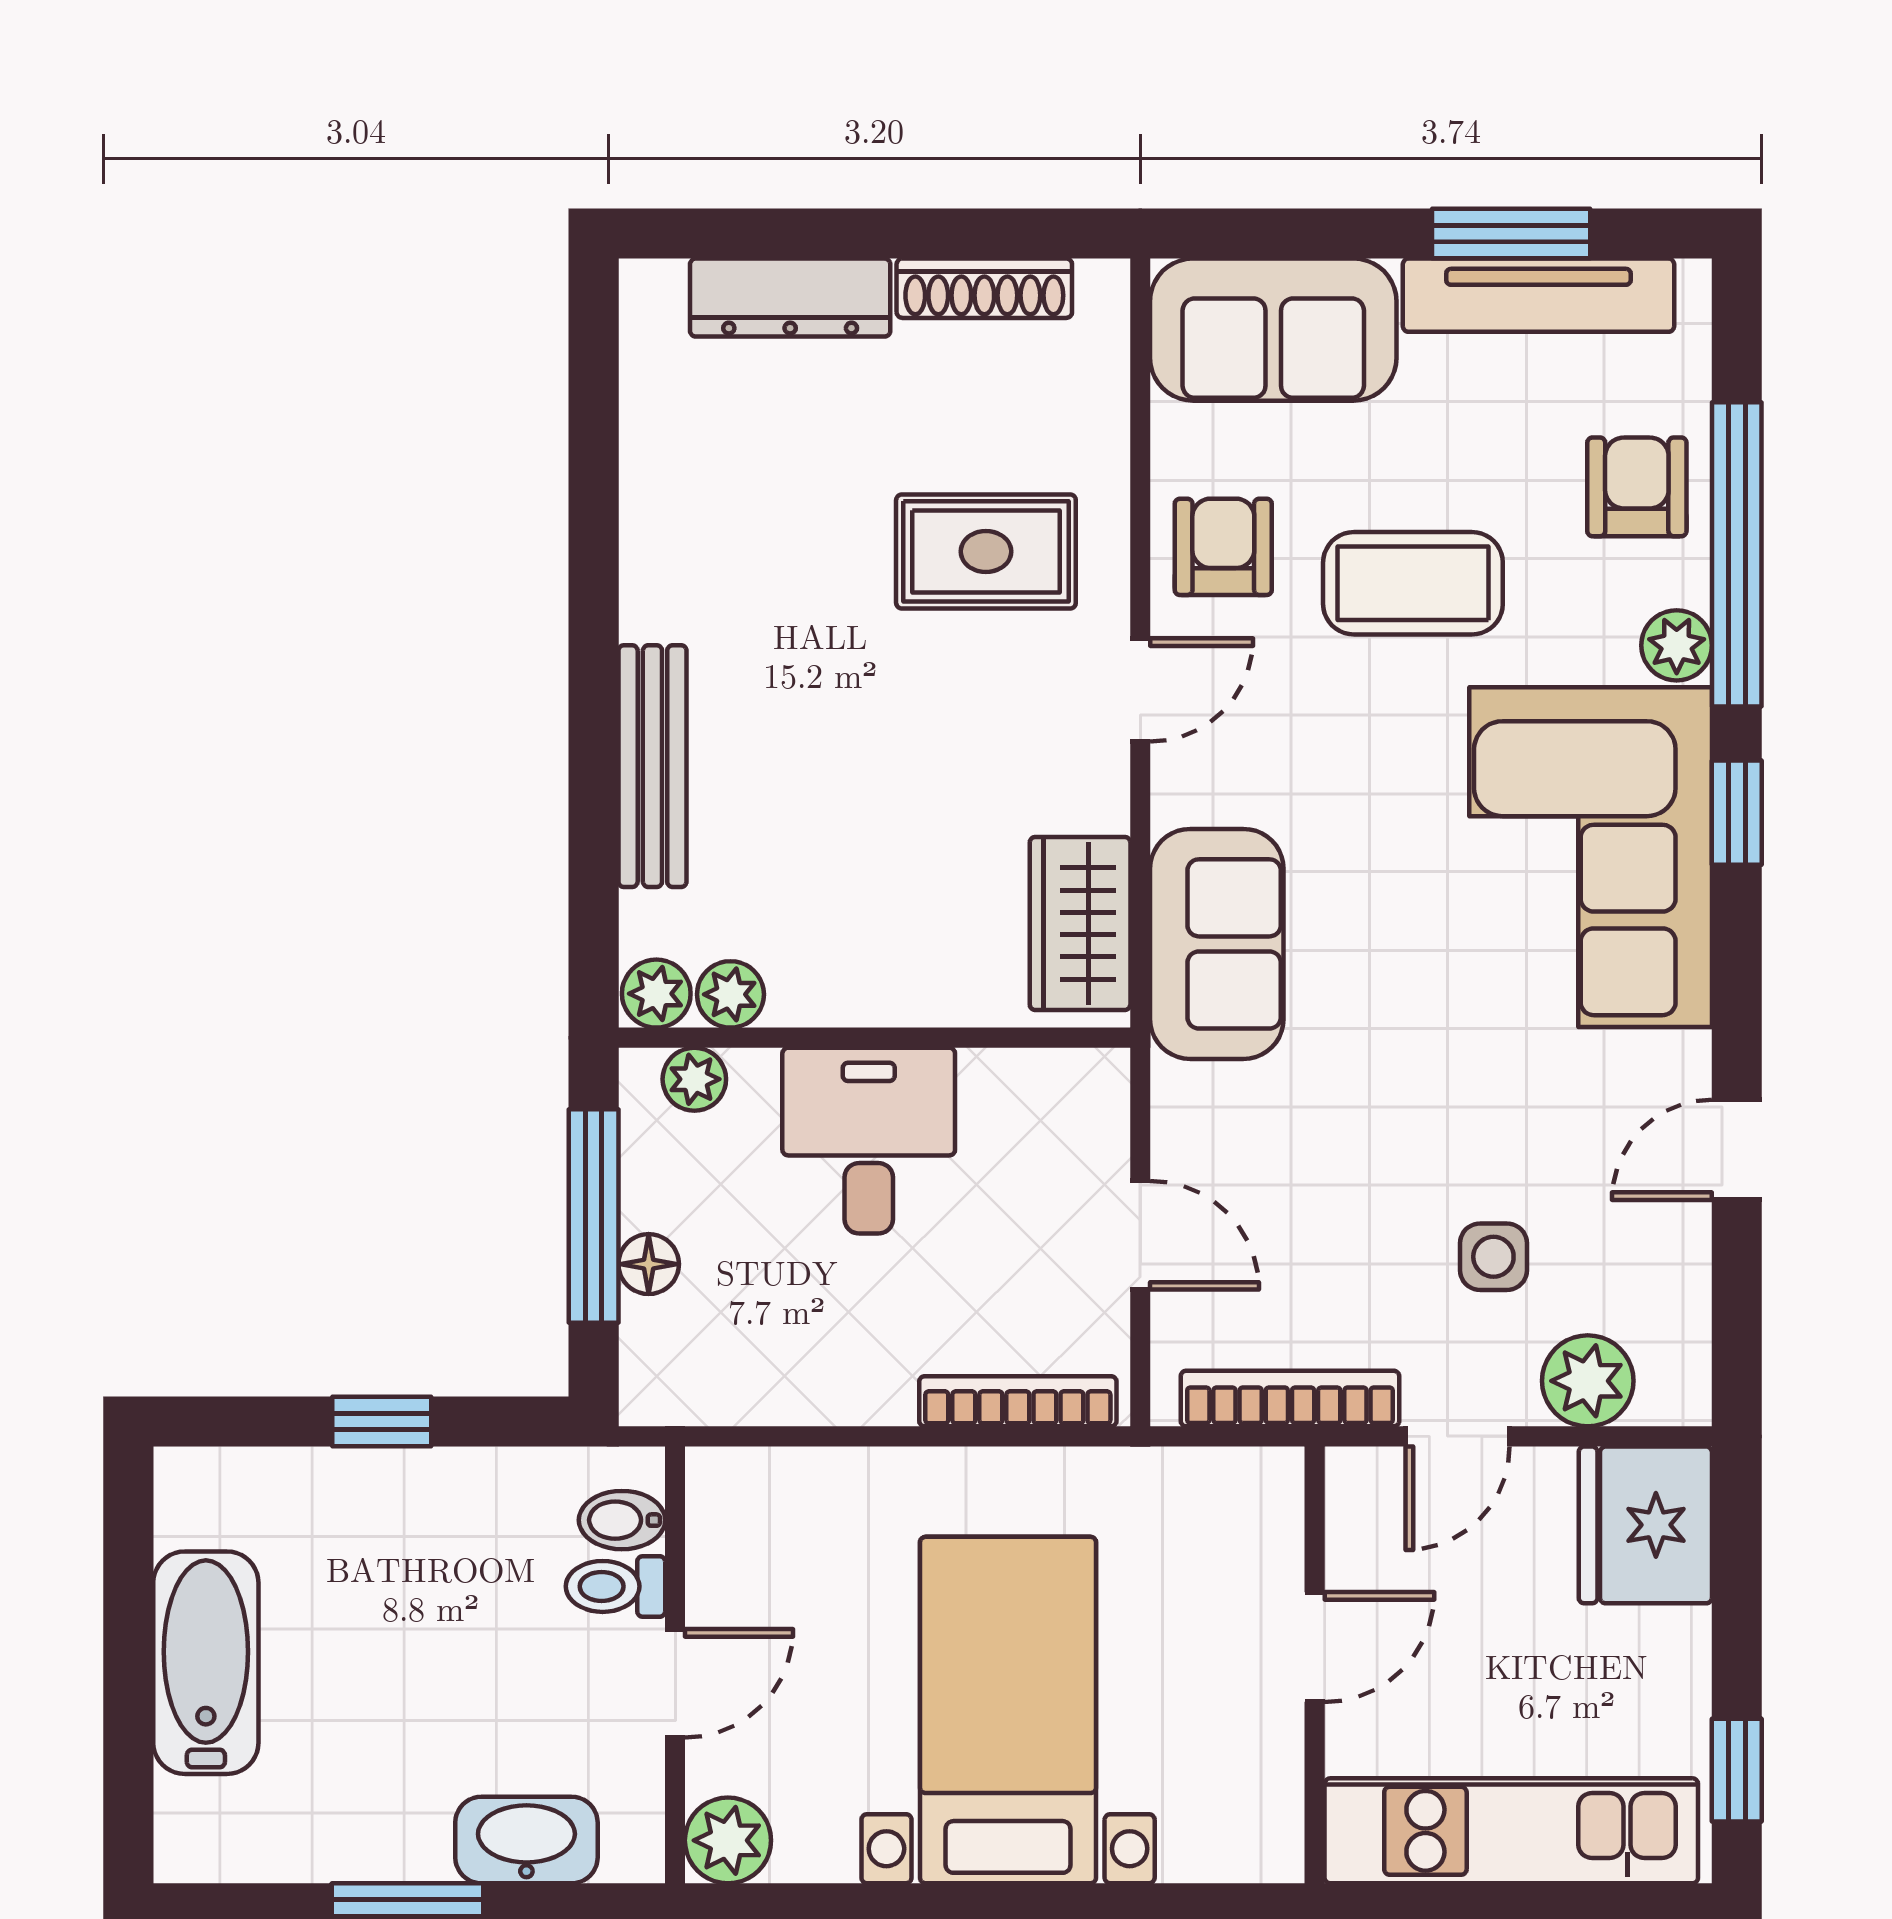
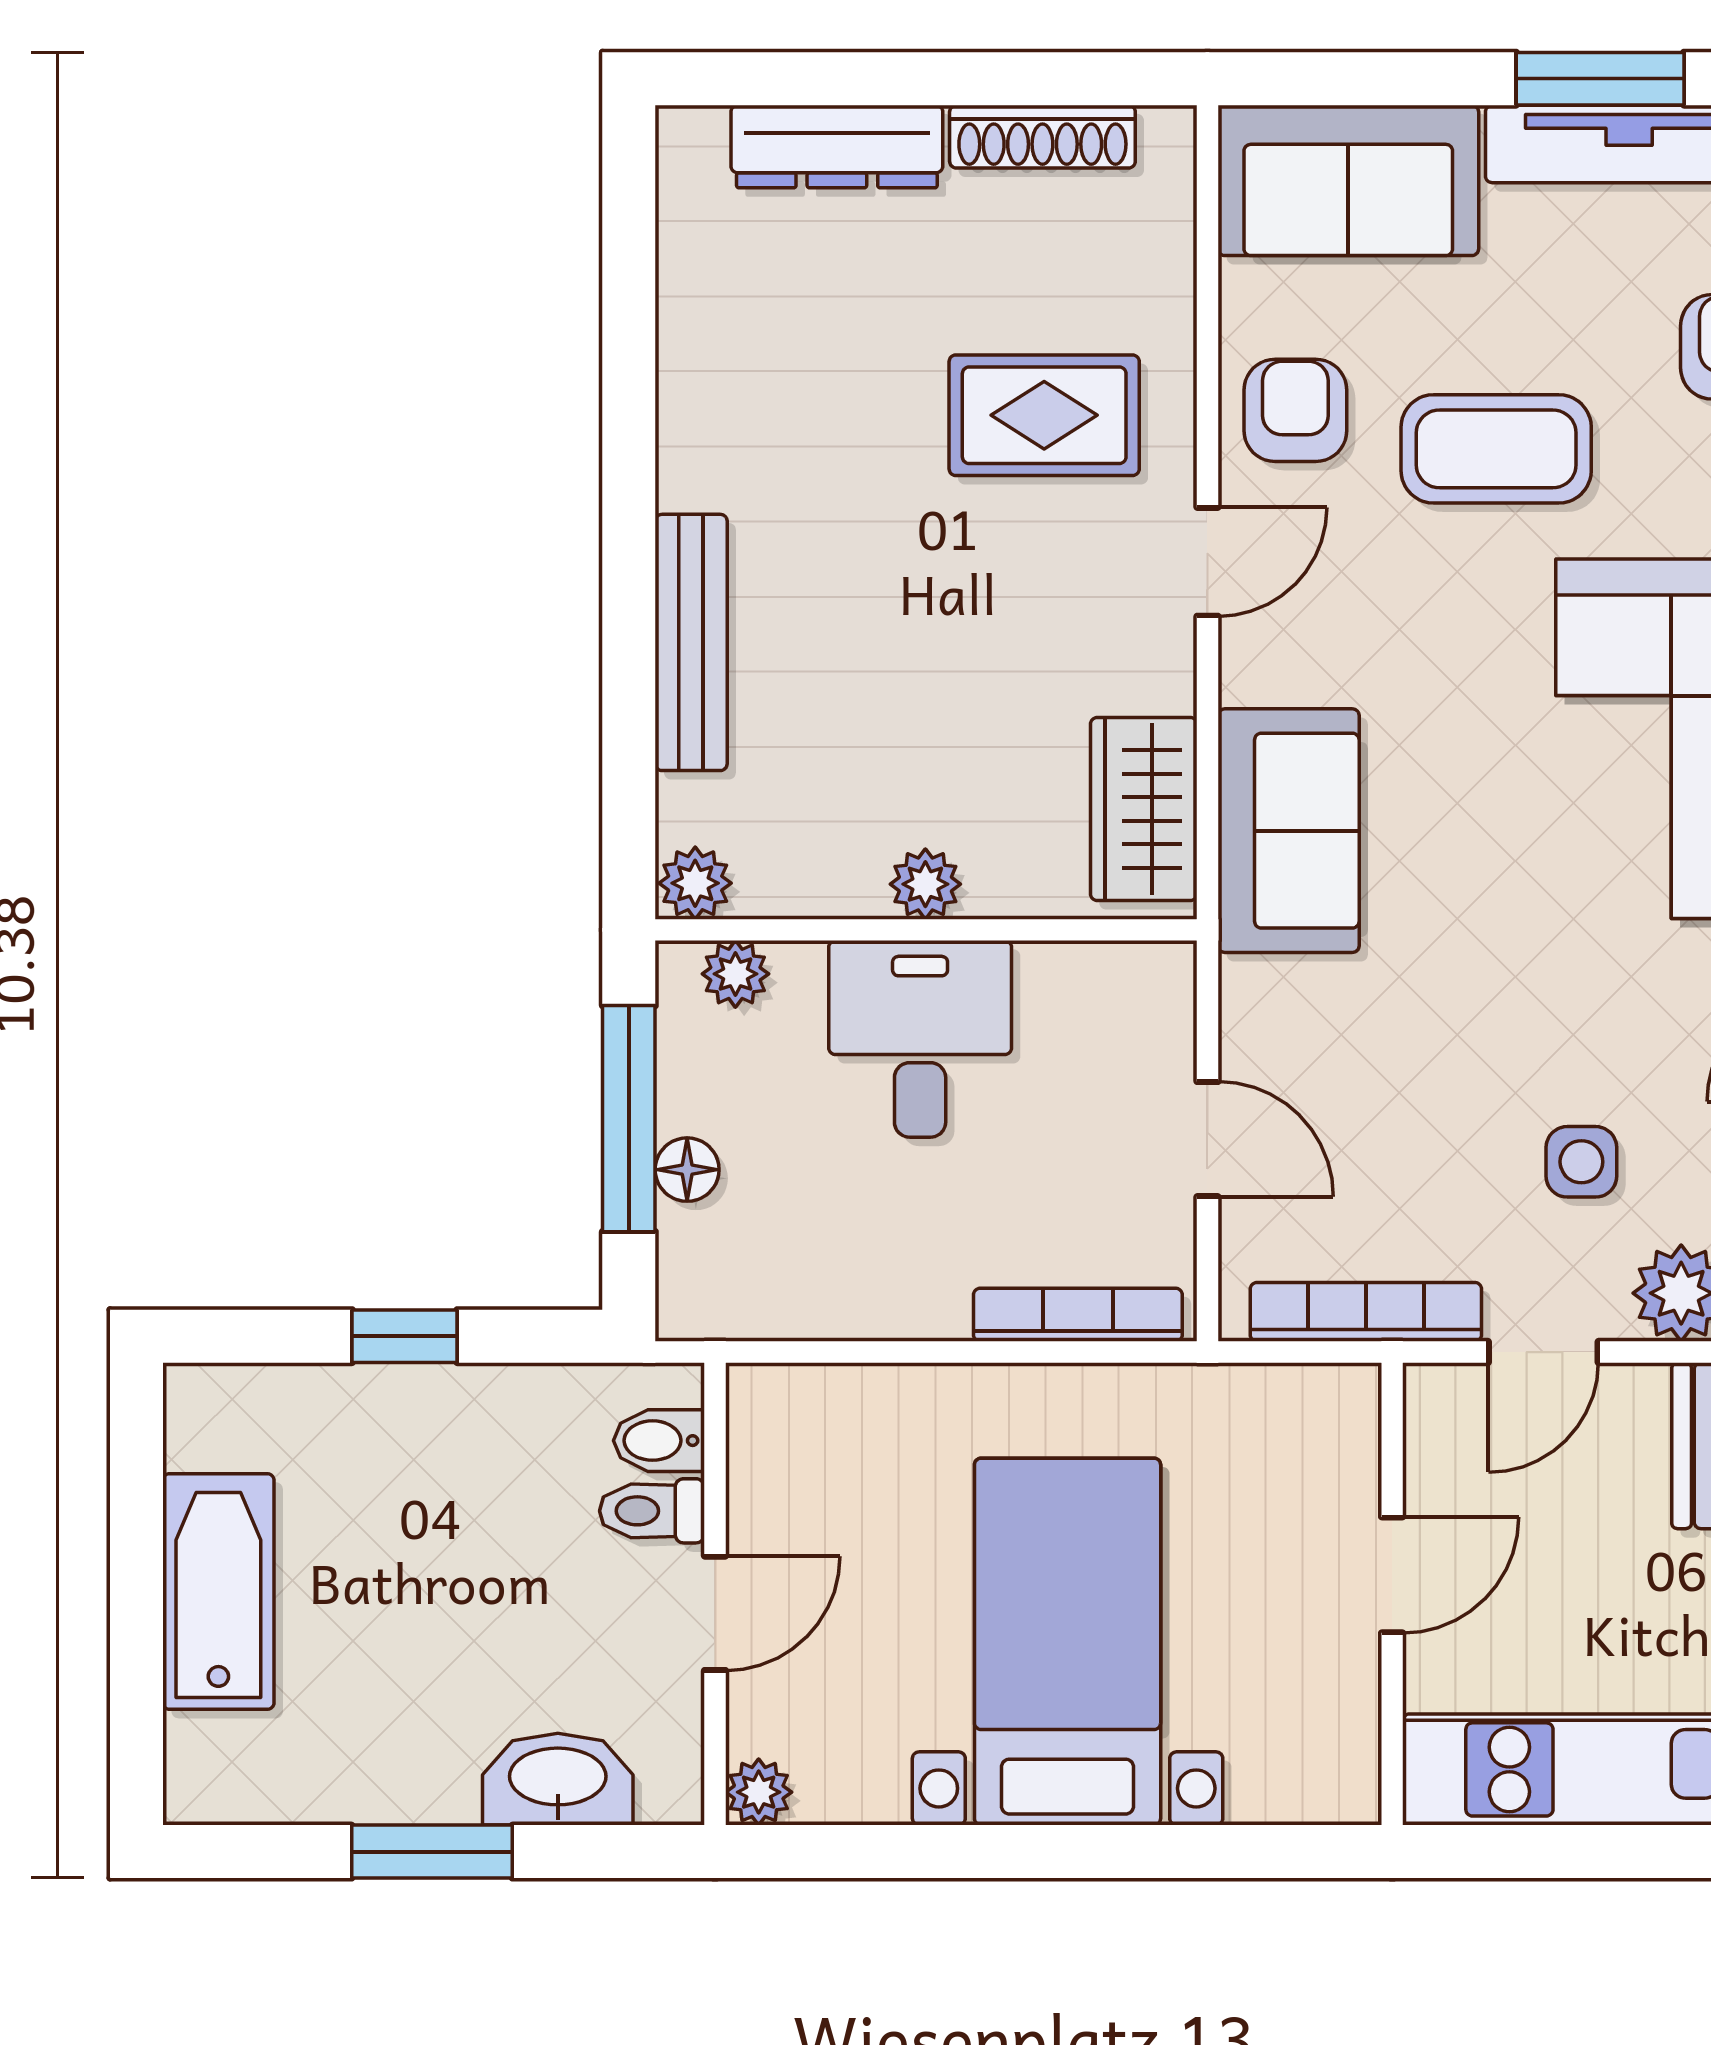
plant: (730, 994) -> (925, 884), moved
plant: (728, 1840) -> (759, 1792), width x0.73, depth x0.73

